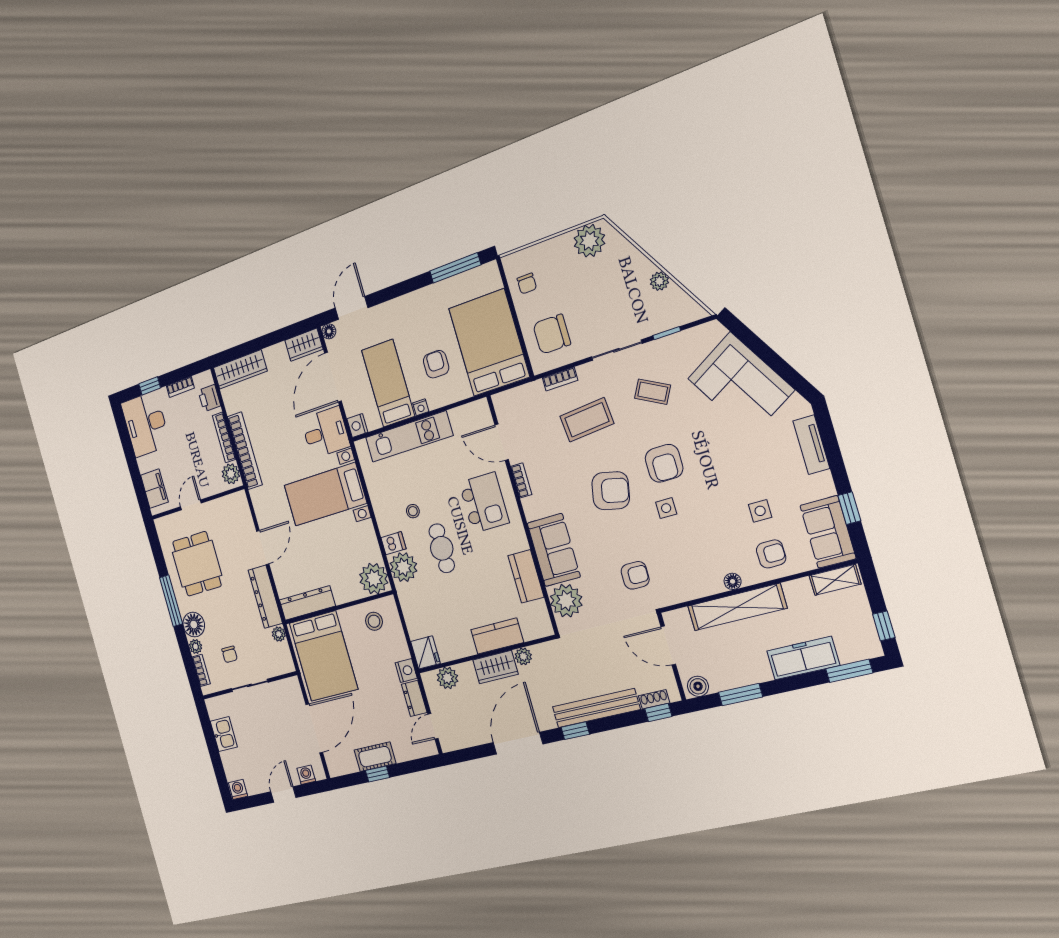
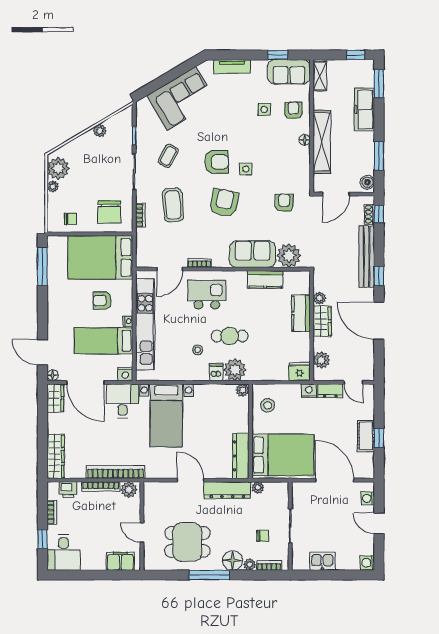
plant: (563, 242) -> (53, 187), added
desk: (146, 424) -> (64, 553), width x0.73
kitchen unit: (409, 437) -> (145, 324), width x1.36
plant: (374, 579) -> (243, 390), width x0.53, depth x0.53

